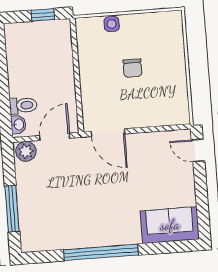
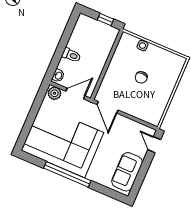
toilet: (23, 105) -> (71, 55), moved
window: (12, 209) -> (29, 122), removed
corner sofa: (71, 211) -> (62, 142), added
sofa: (170, 225) -> (127, 172), moved, turned -90

